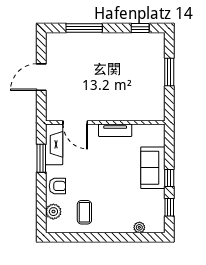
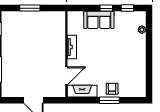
window: (41, 158) -> (109, 100), moved
plant: (53, 212) -> (131, 92), removed
coffee table: (84, 212) -> (131, 69), removed

